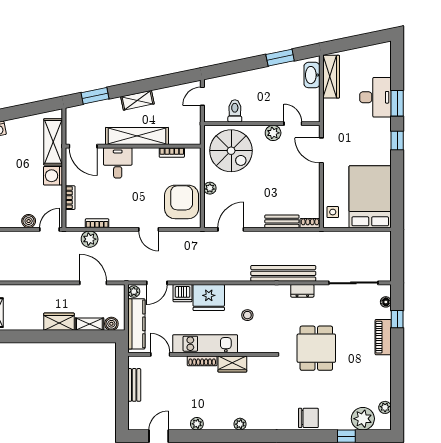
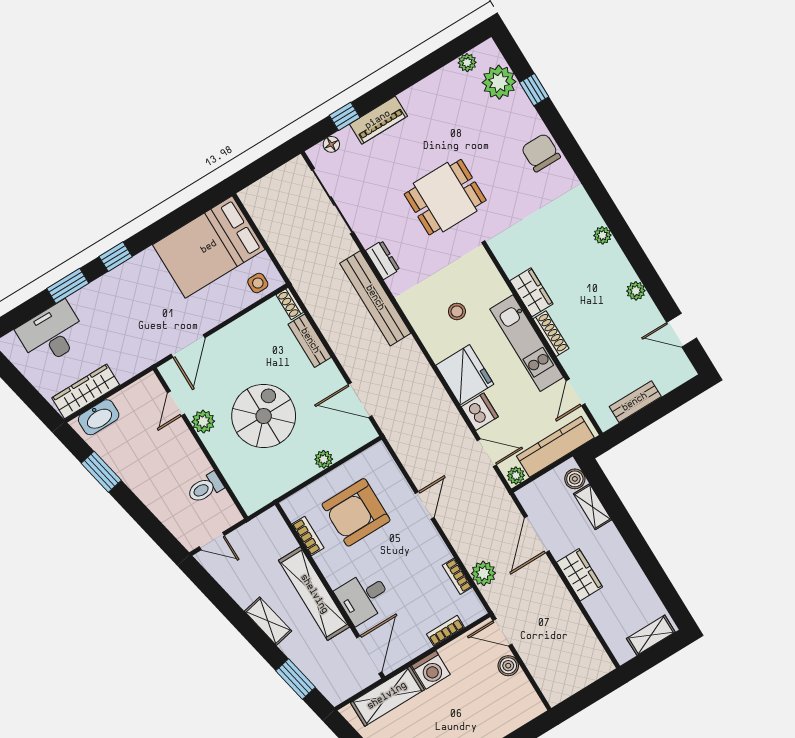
desk: (375, 97) -> (52, 334), moved
spiral stairs: (231, 151) -> (264, 416), moved
armchair: (182, 202) -> (356, 512), moved
wardrobe: (59, 322) -> (580, 575), moved, turned 180

